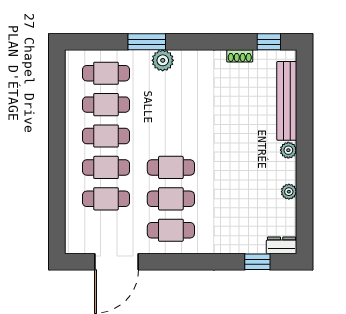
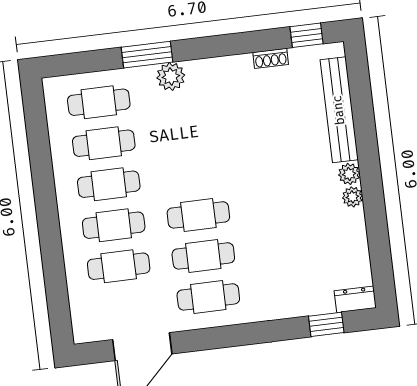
plant: (289, 192) -> (352, 197), moved

